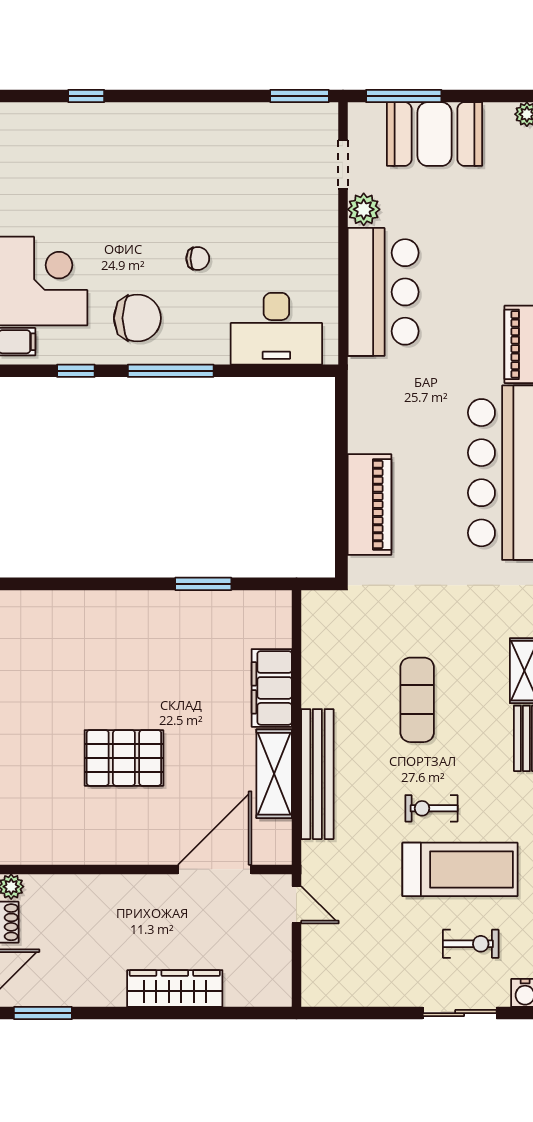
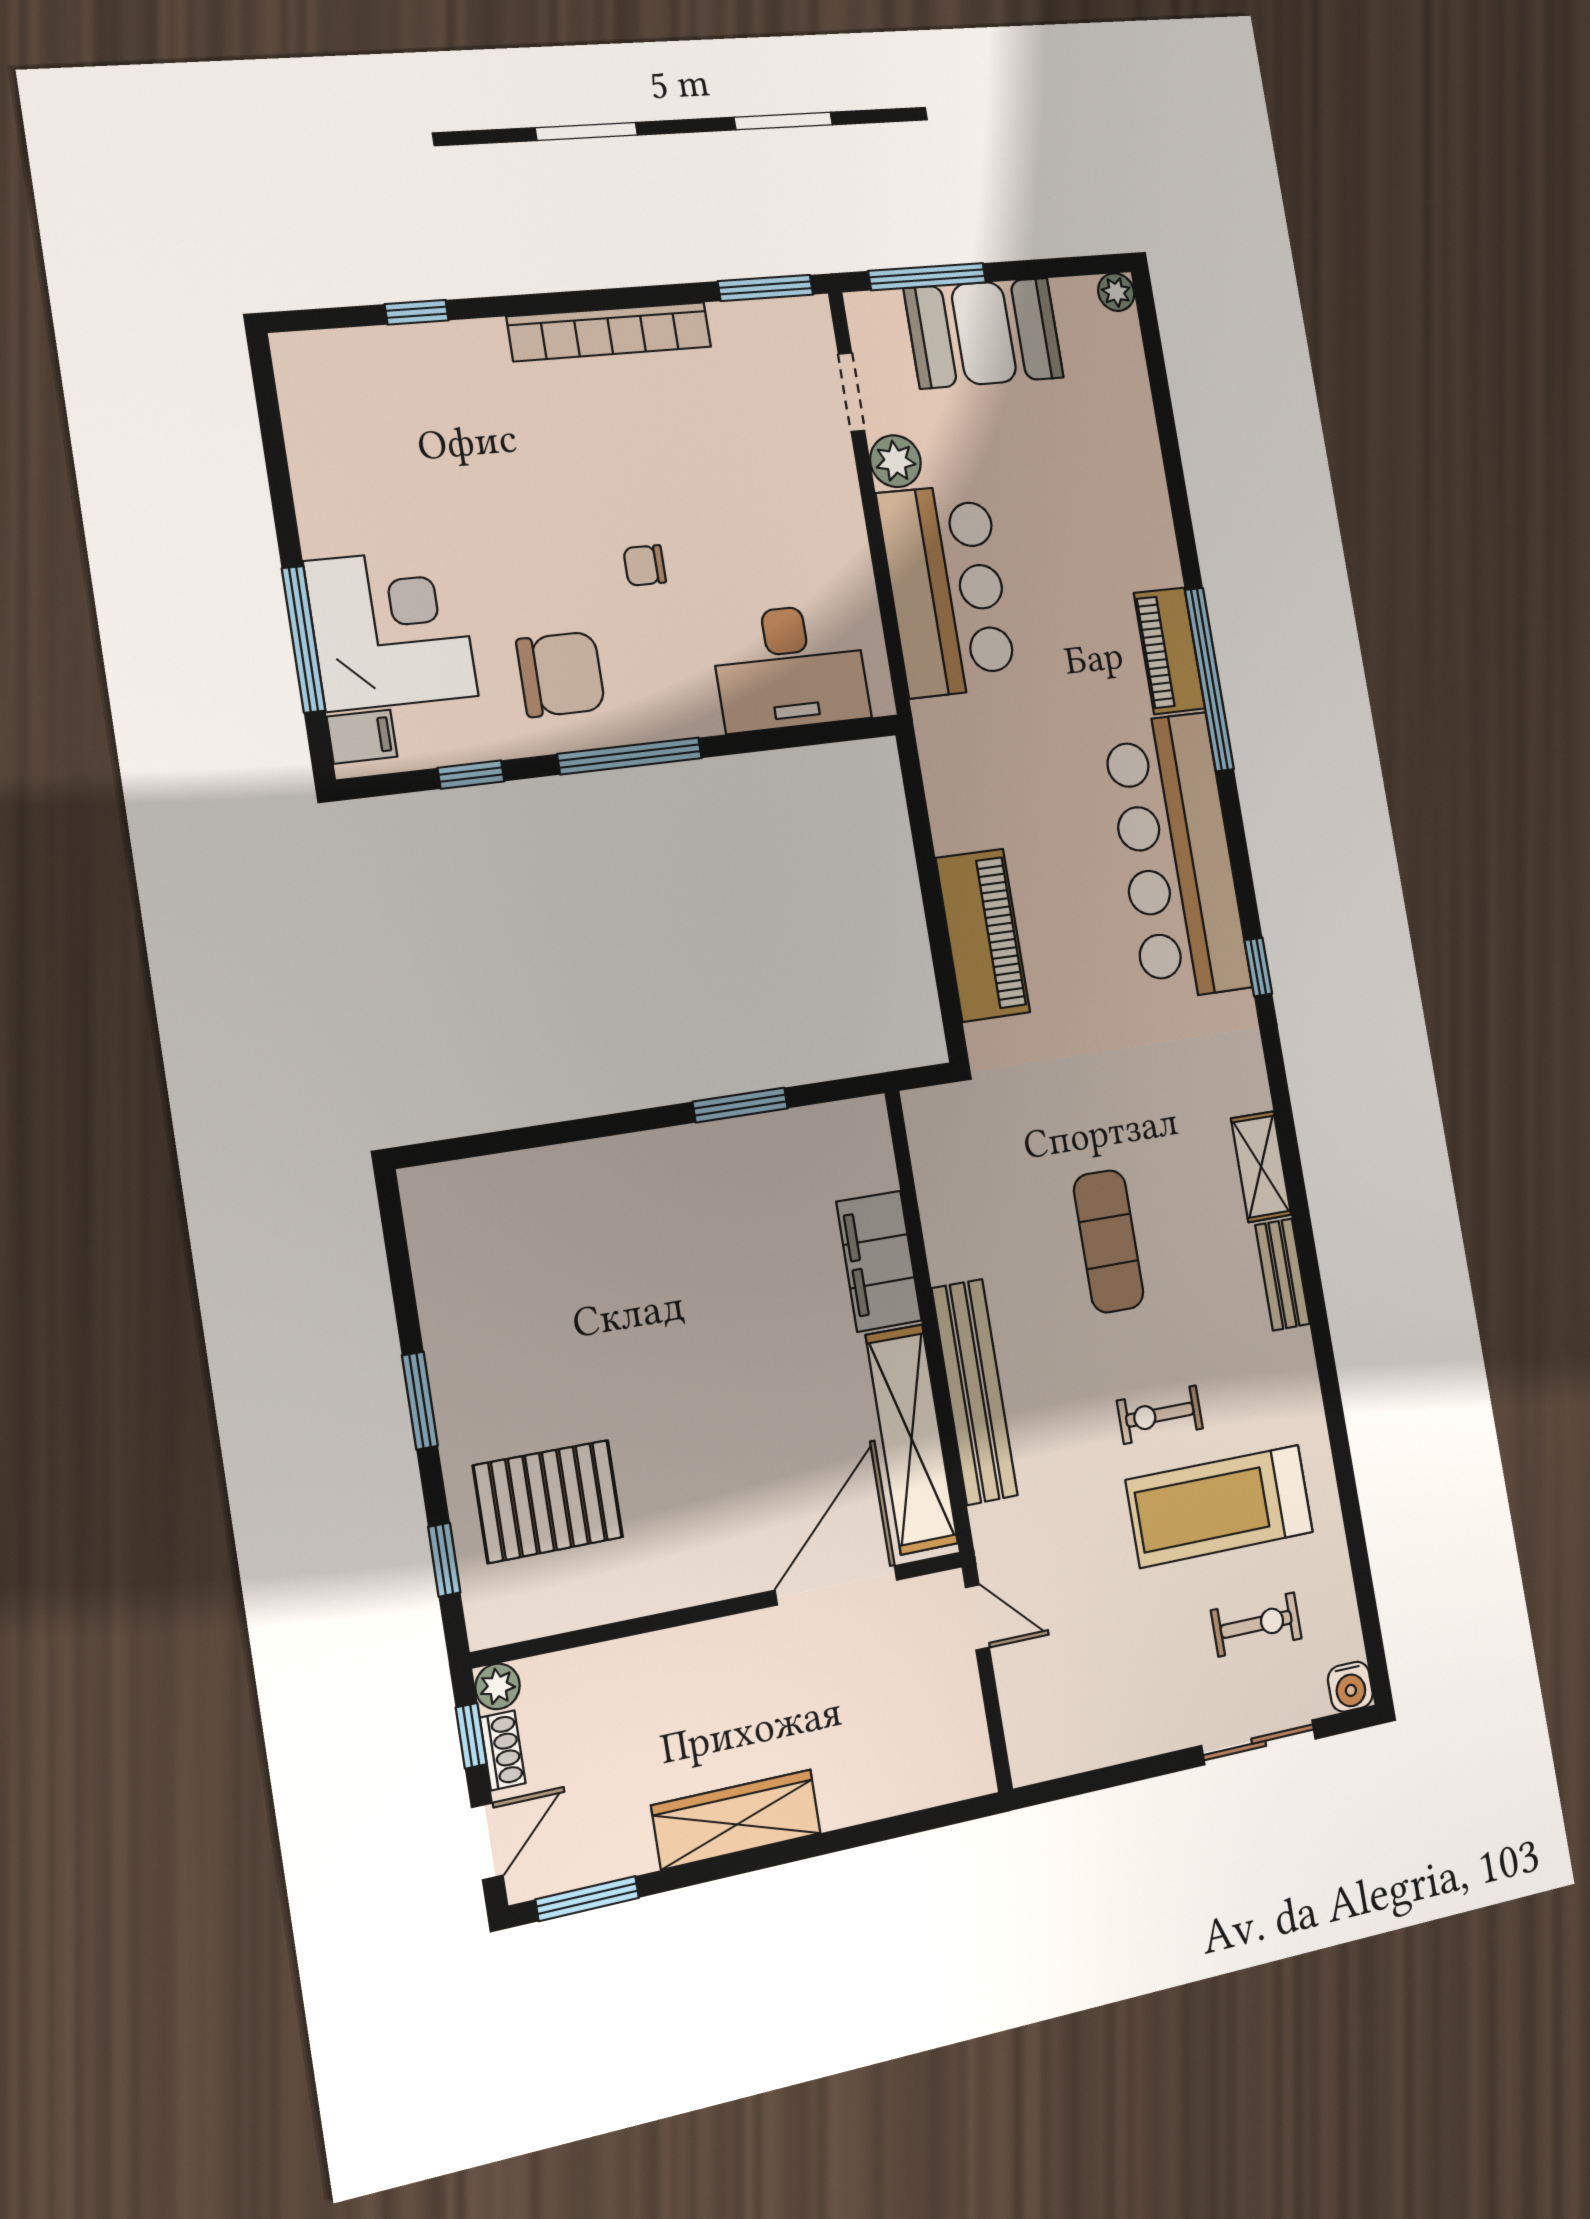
bookcase: (199, 116) -> (609, 332), added
chair: (198, 258) -> (645, 565), turned 180
pallet: (124, 758) -> (548, 1501), moved
shelving: (274, 774) -> (912, 1439), width x1.47
treadmill: (460, 869) -> (1220, 1506), turned 180
wardrobe: (175, 988) -> (736, 1819), moved

